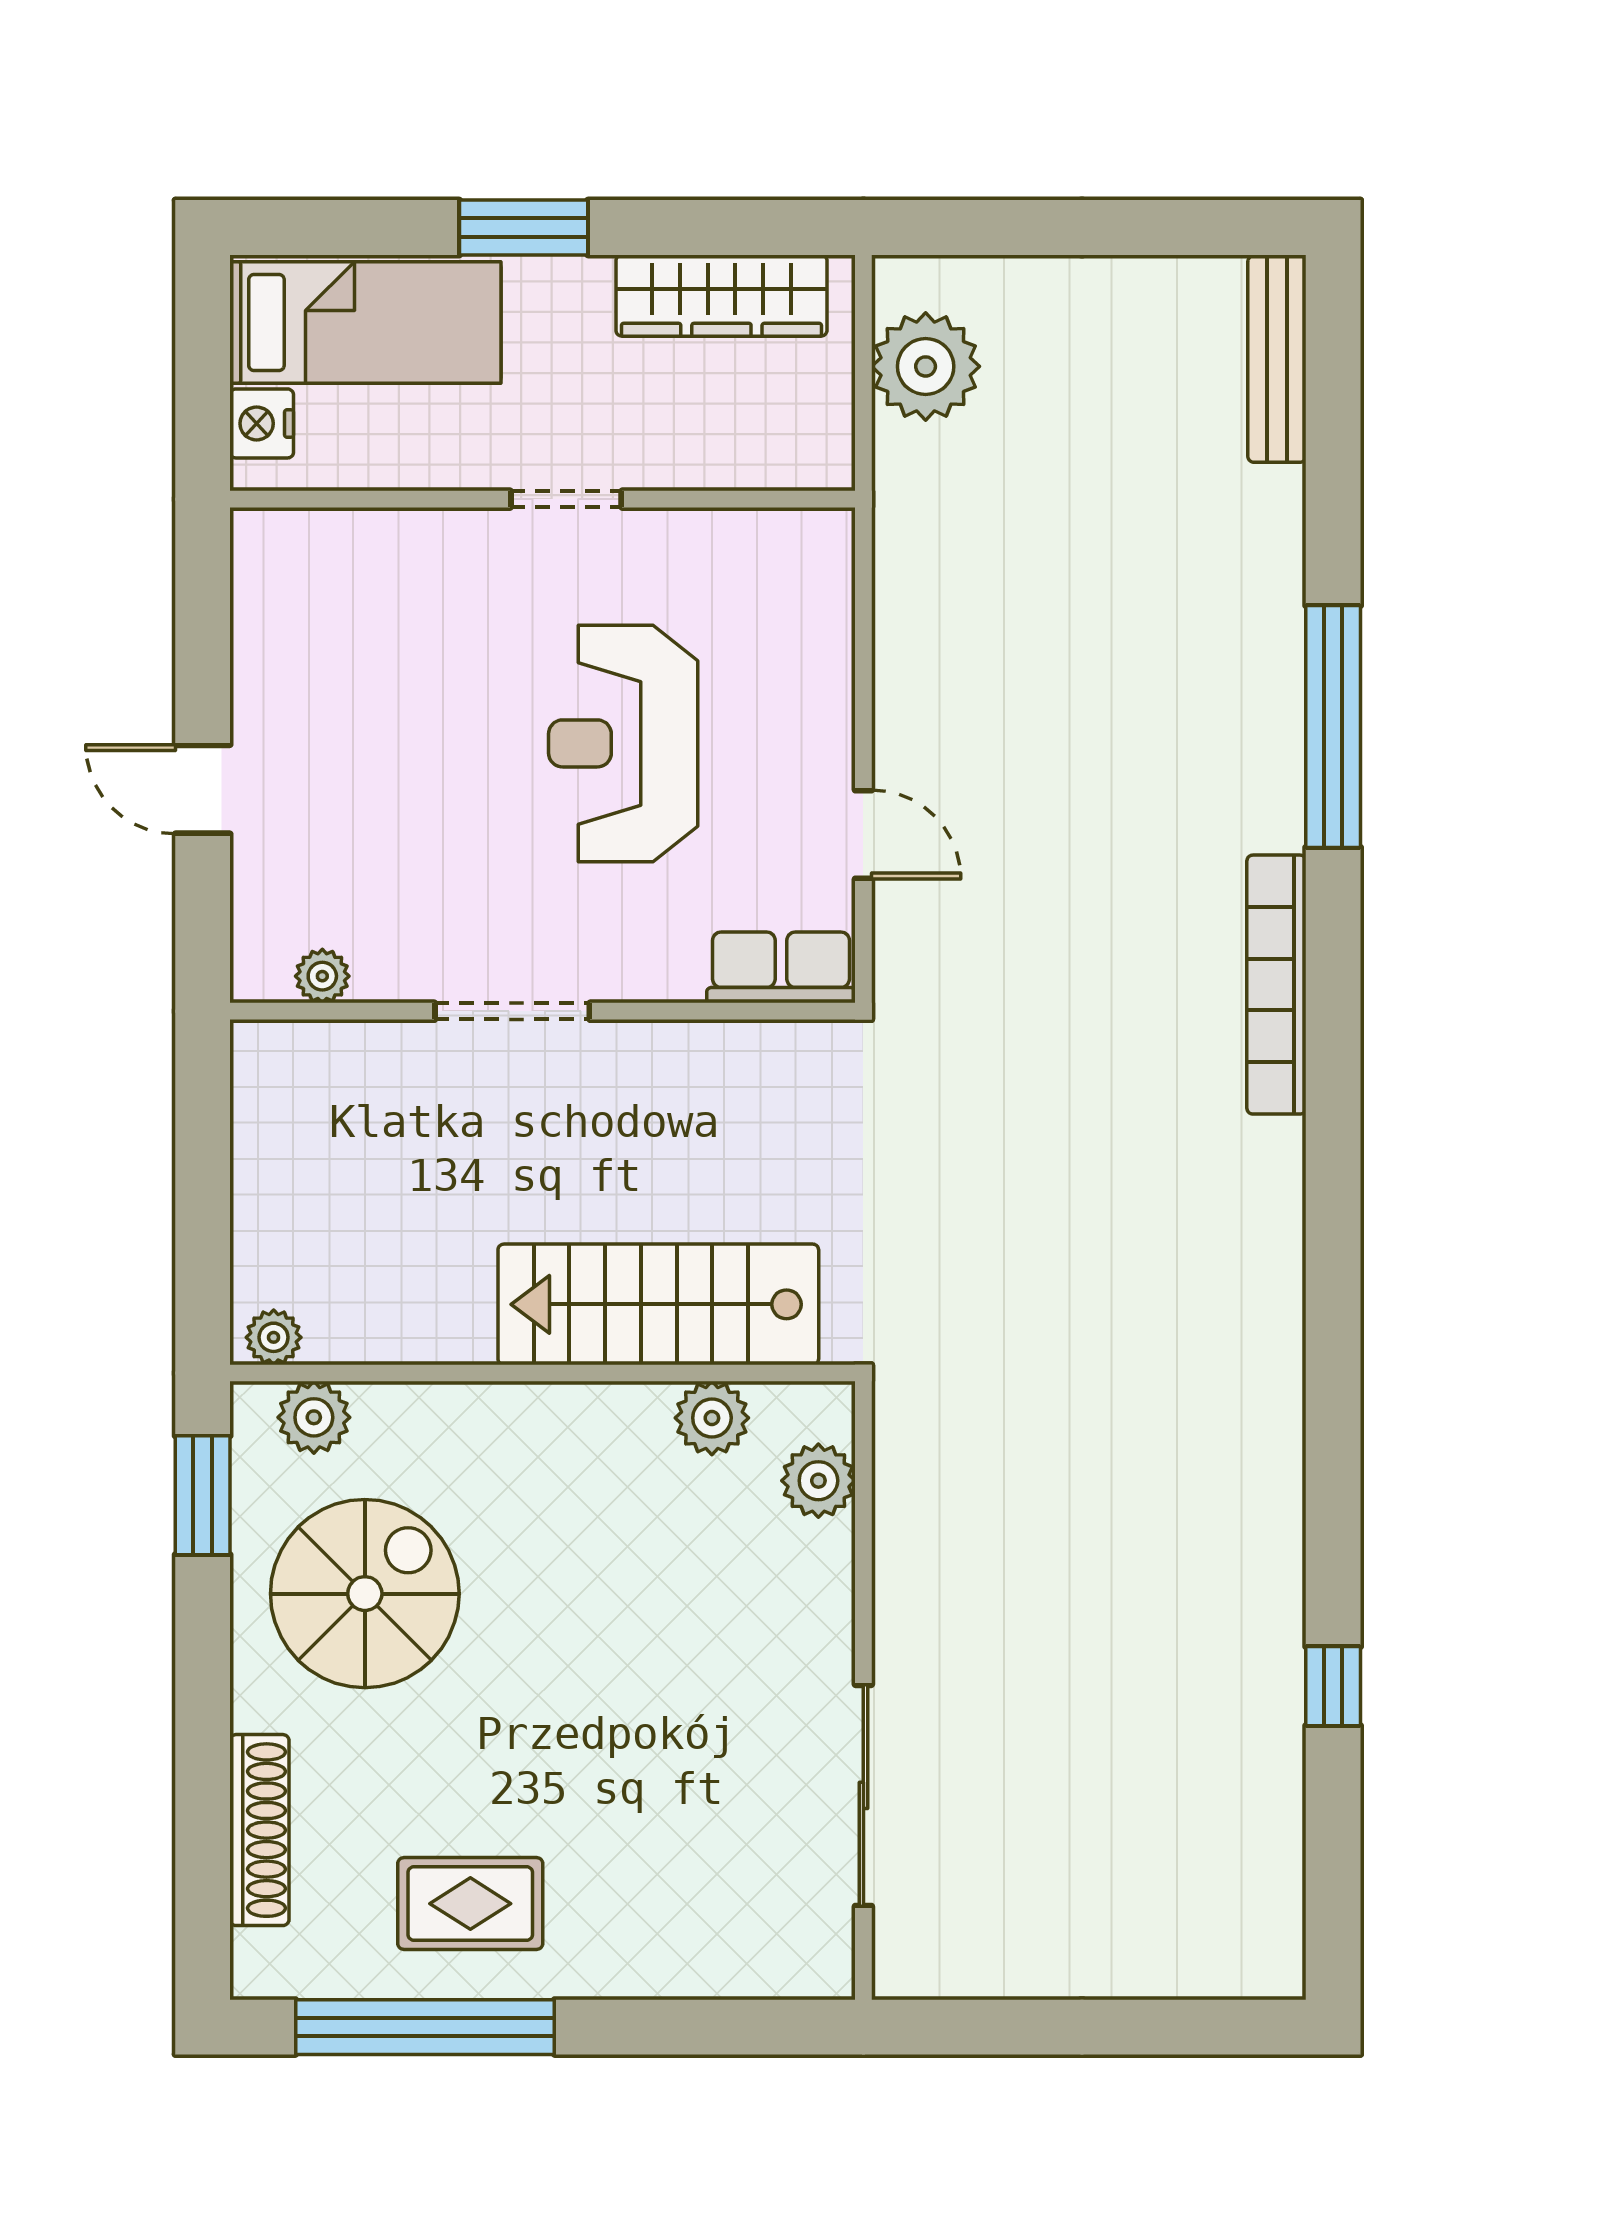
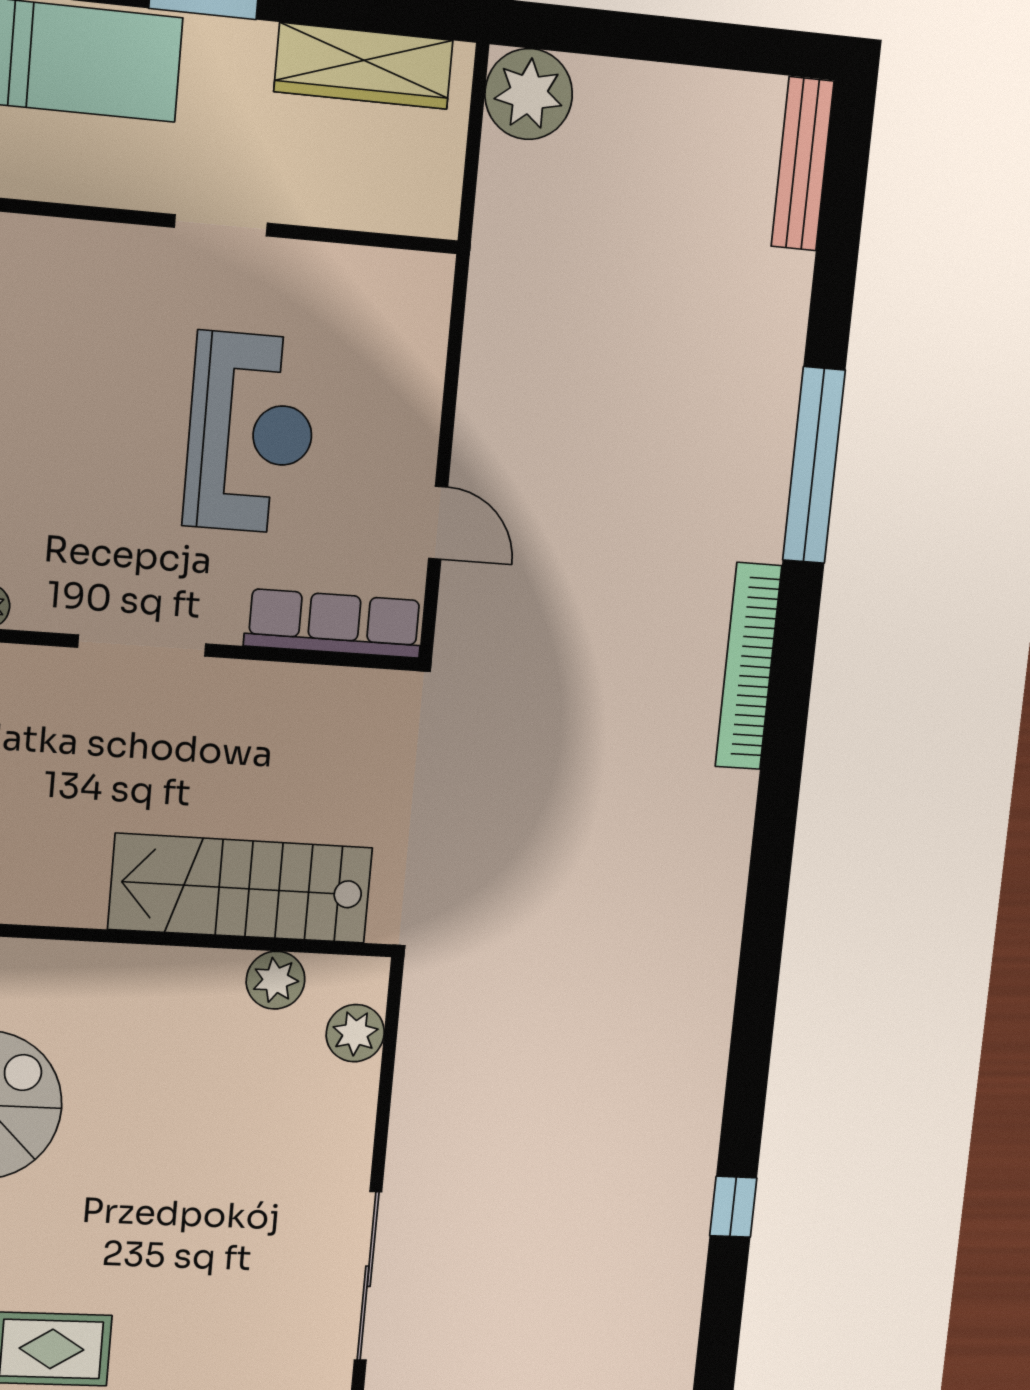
plant: (926, 366) -> (529, 94), moved
reception desk: (623, 743) -> (251, 433), turned 180
row of seats: (781, 967) -> (334, 623), width x1.48

